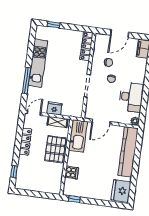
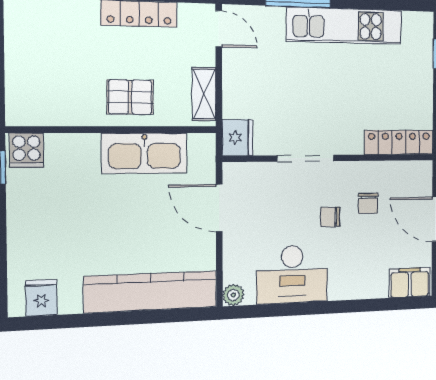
fridge: (55, 108) -> (238, 137), moved
kitchen sink: (78, 136) -> (144, 153), moved
pallet: (55, 149) -> (130, 97), width x0.67, depth x0.71
cooker: (72, 173) -> (27, 150), moved
fridge: (121, 191) -> (41, 298), width x0.53, depth x0.75

